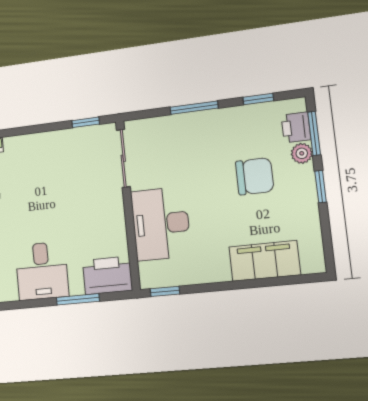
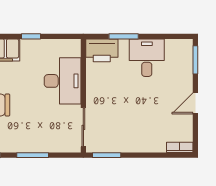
window: (86, 122) -> (107, 155), width x1.50
window: (165, 291) -> (31, 36), moved

